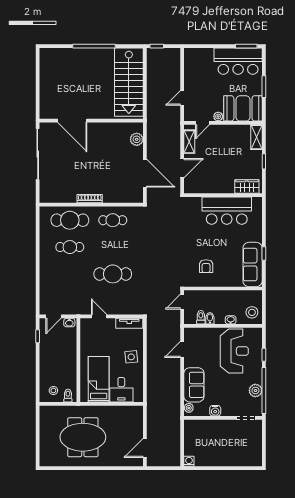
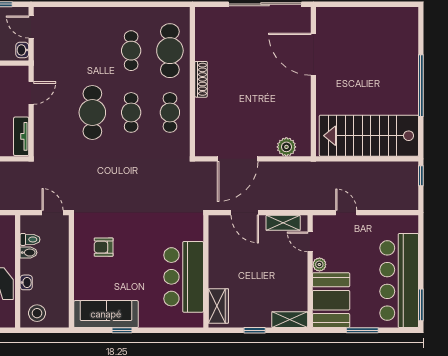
bar counter: (238, 61) -> (399, 281), width x1.36
door: (72, 121) -> (313, 54), hinge flipped
cafe table: (113, 247) -> (131, 112), added

